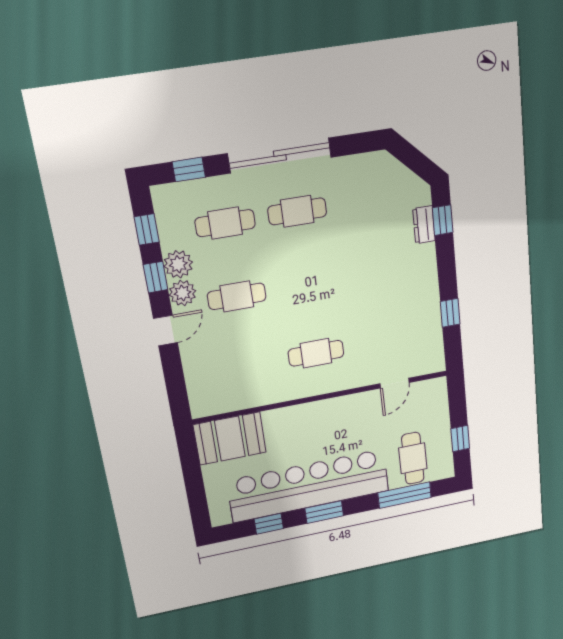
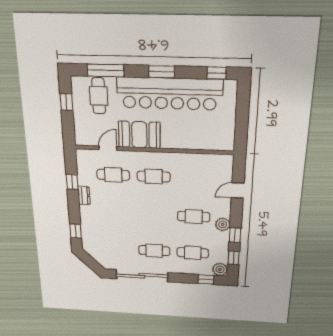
sliding door: (280, 155) -> (142, 276), moved
dresser: (424, 225) -> (84, 195), moved
plant: (178, 264) -> (220, 269), moved
door: (166, 331) -> (238, 190), moved
cafe table: (383, 341) -> (113, 175), added
booth: (230, 439) -> (139, 135), moved
window: (269, 524) -> (217, 73), moved

